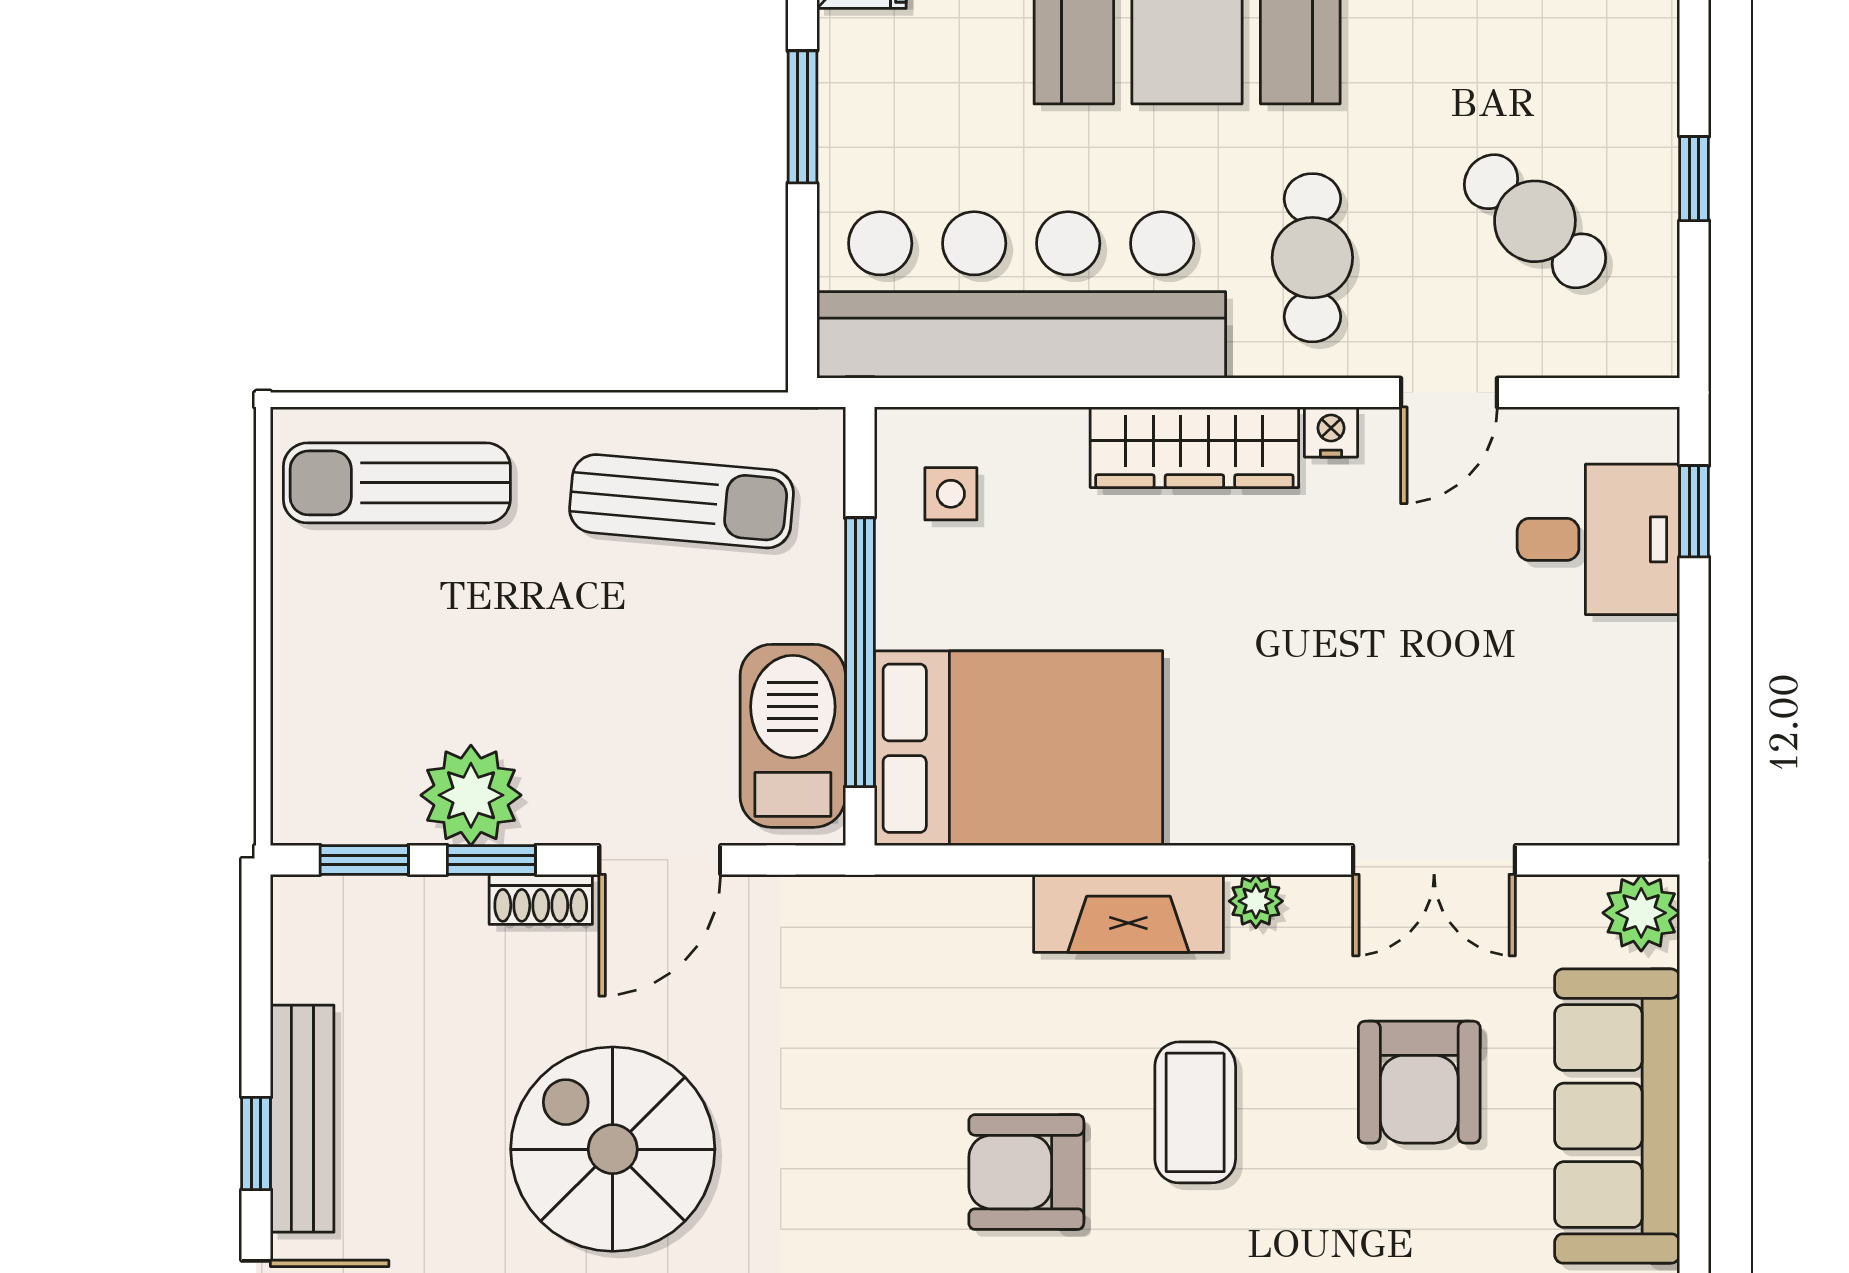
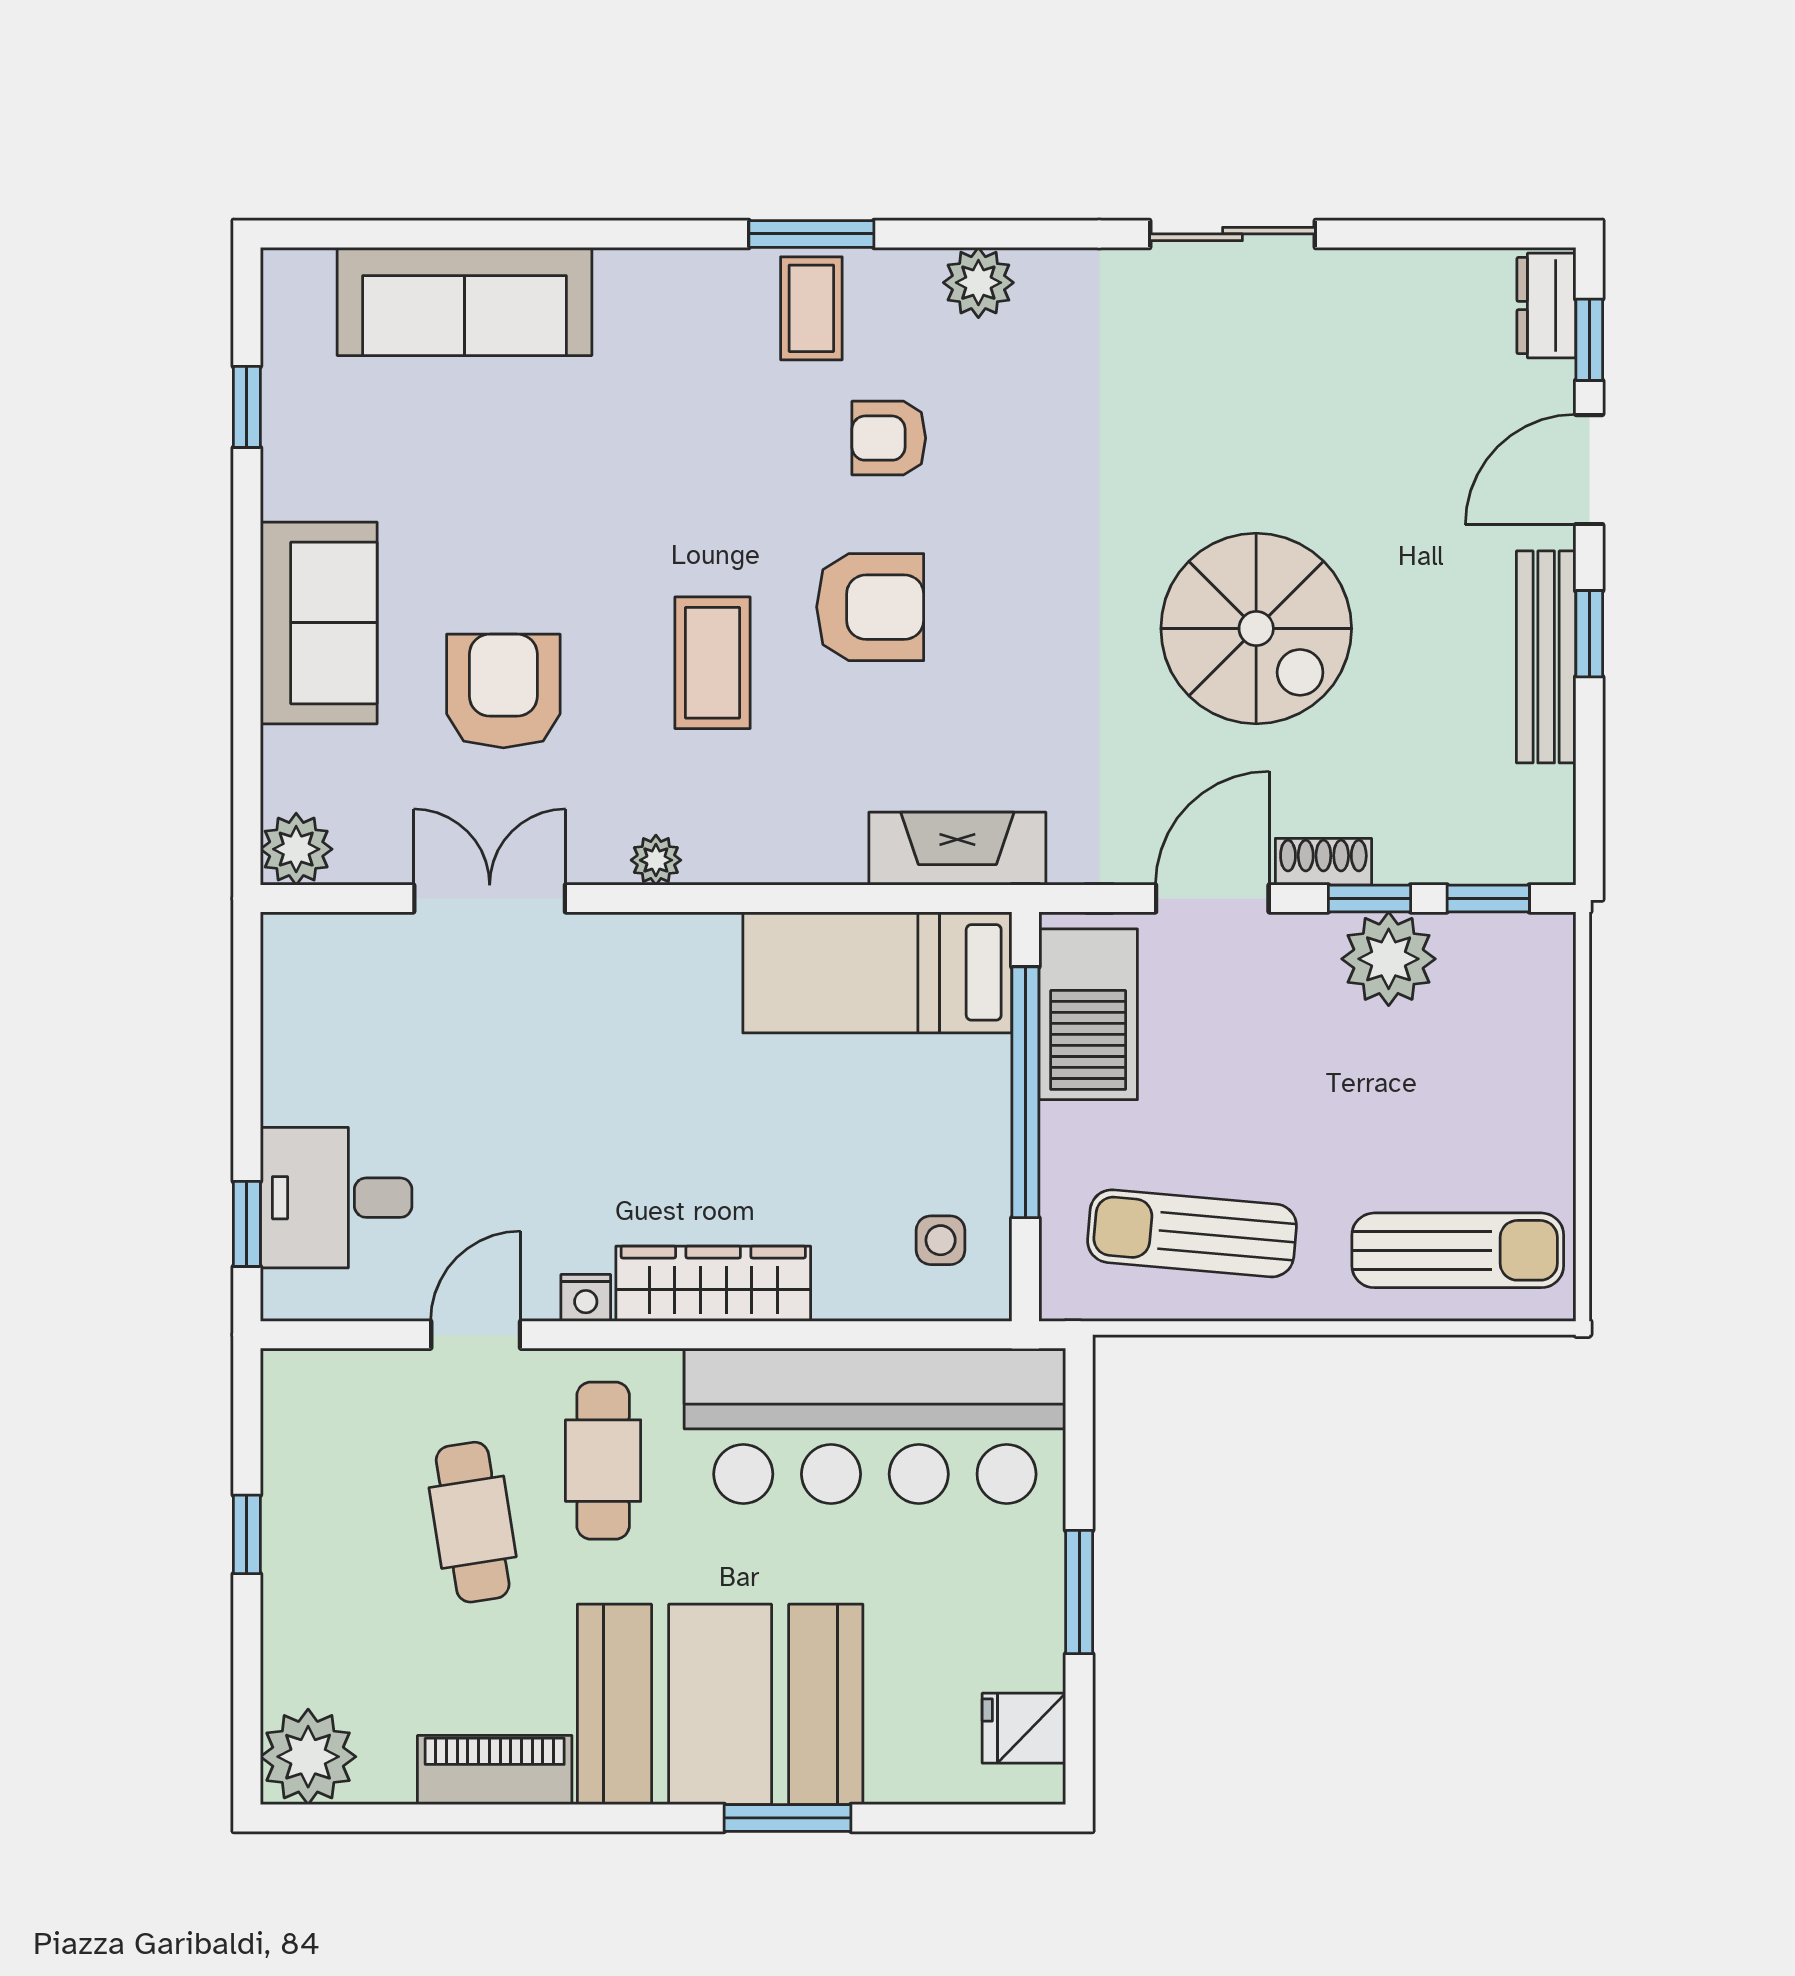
cafe table: (1535, 221) -> (473, 1522), moved, turned 39
bed: (1019, 748) -> (877, 972), width x0.67
fireplace: (1128, 913) -> (957, 849), moved
sofa: (1617, 1116) -> (319, 623), width x0.73

